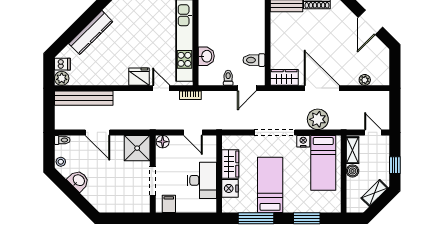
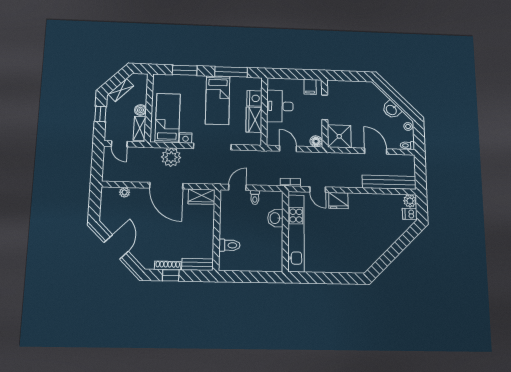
kitchen counter: (91, 33) -> (384, 243), removed
toilet: (254, 60) -> (229, 245), moved

